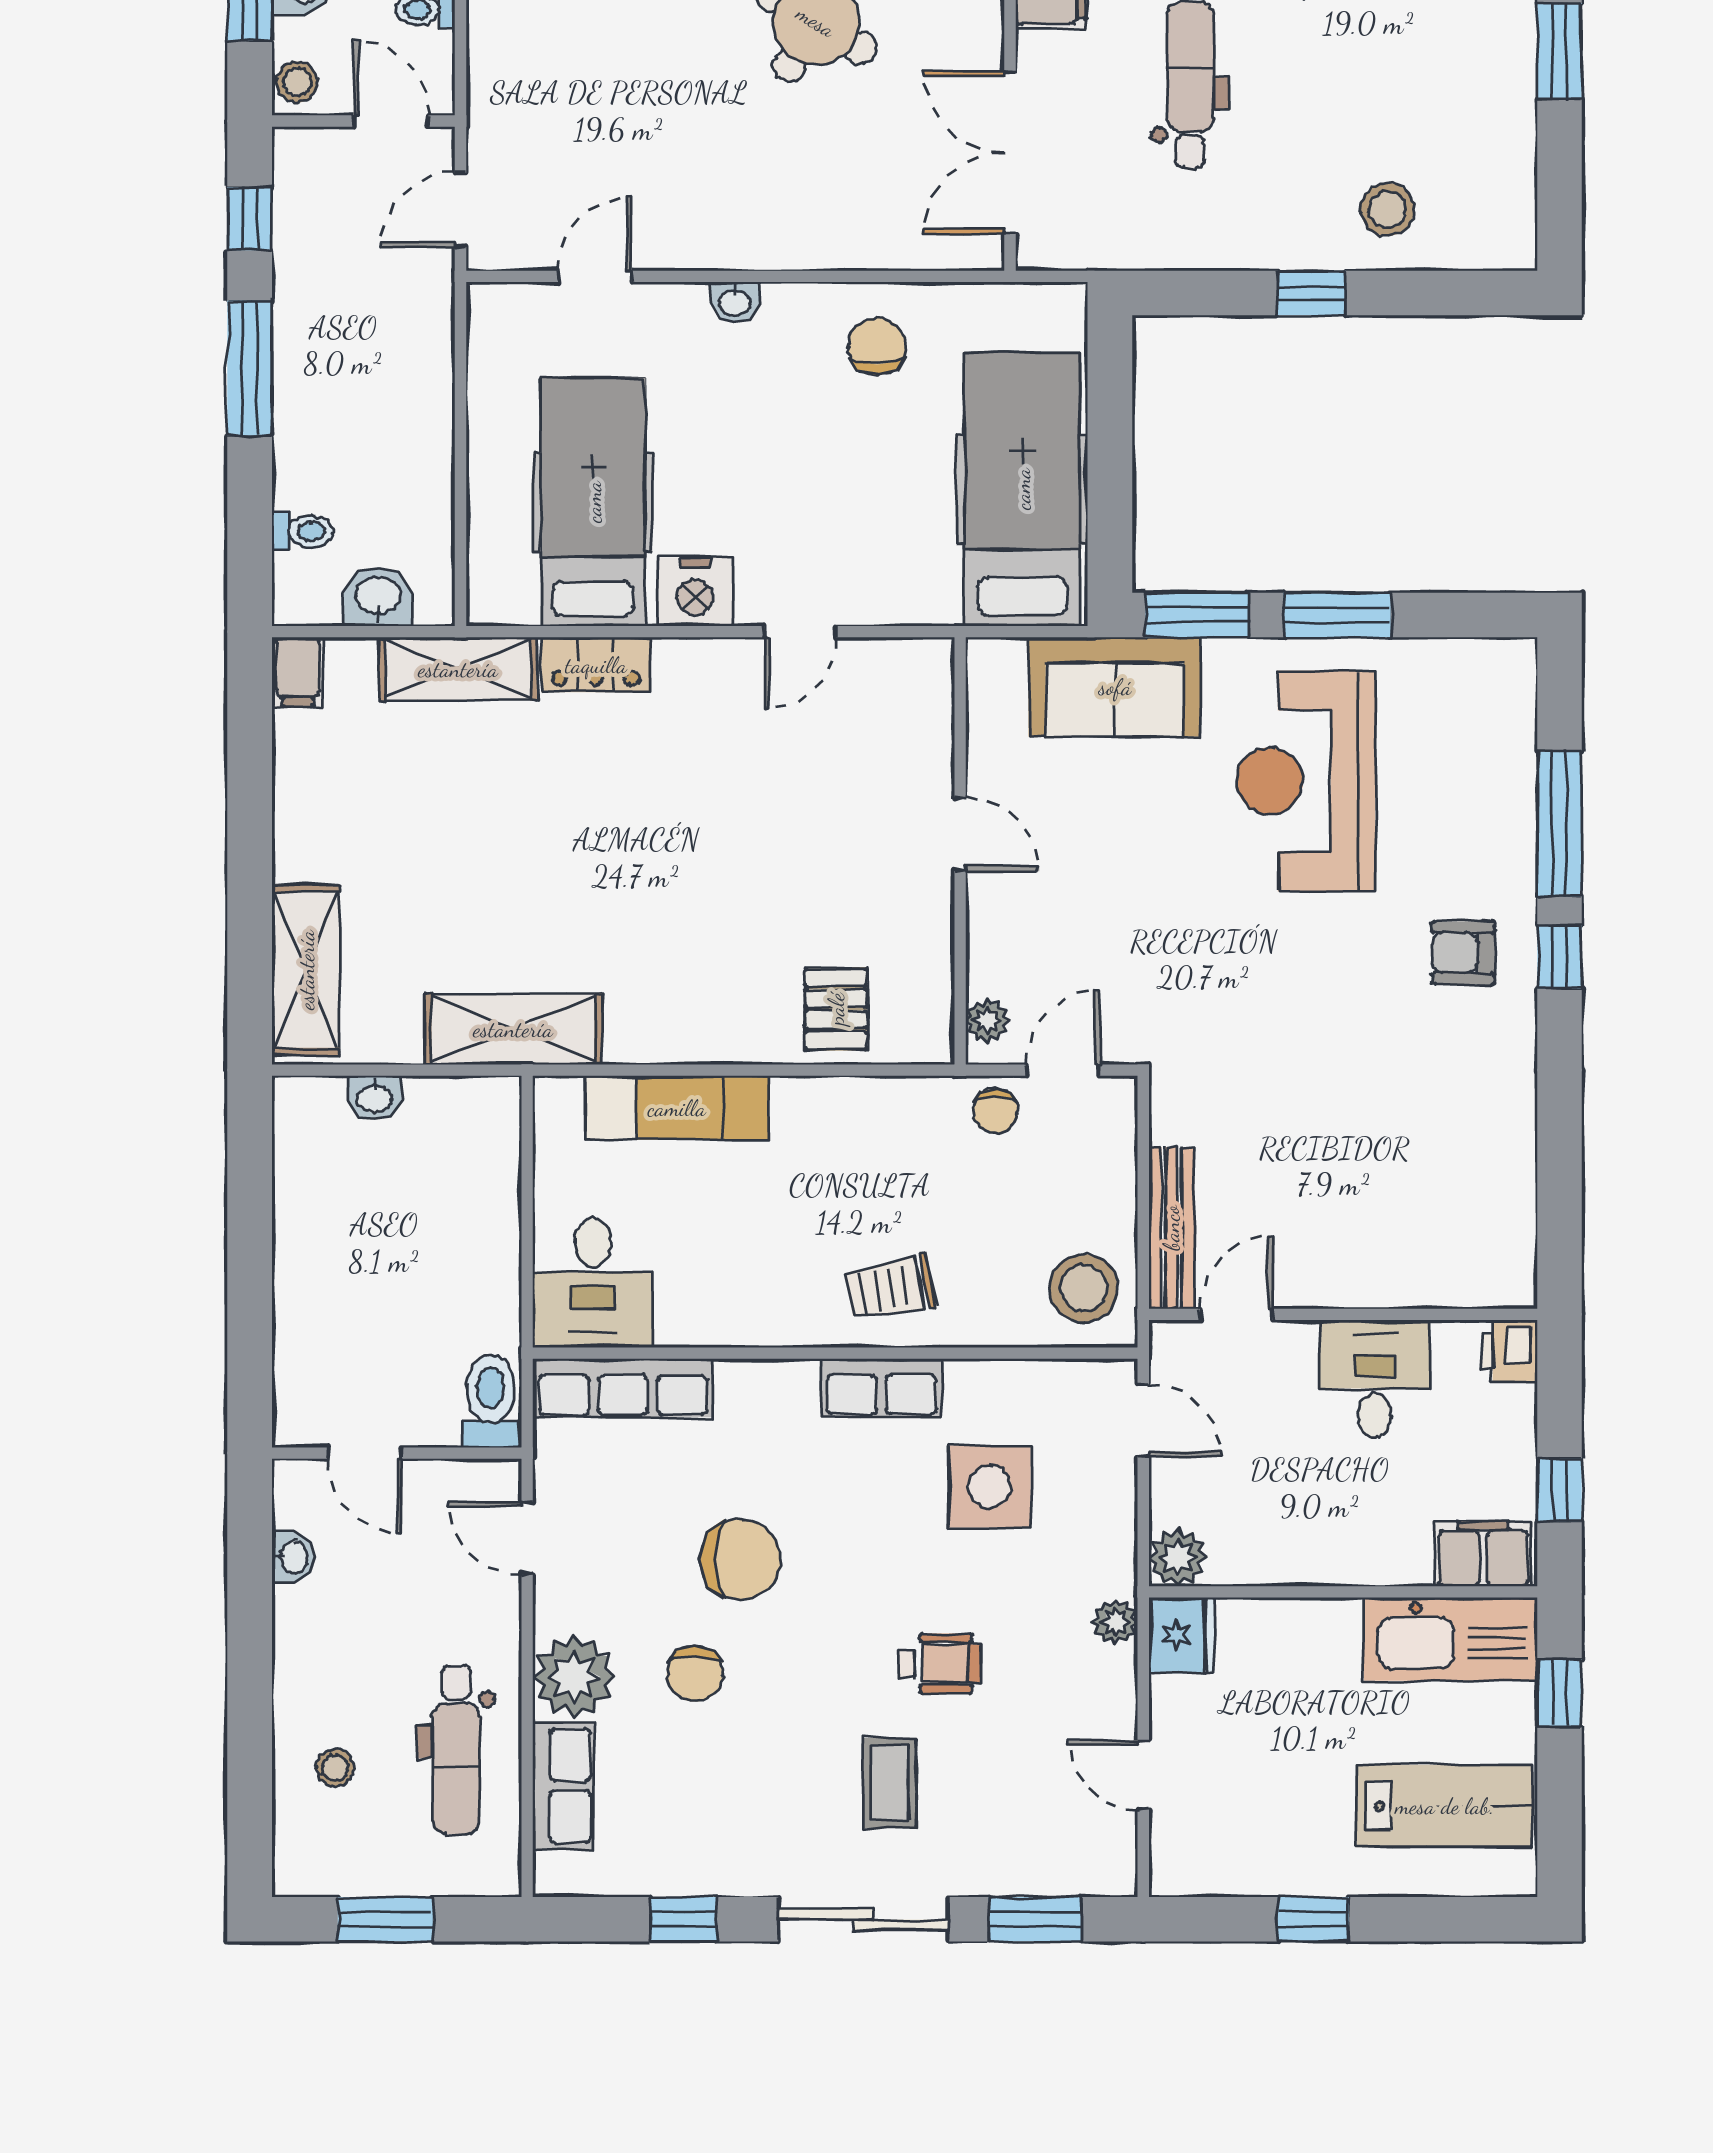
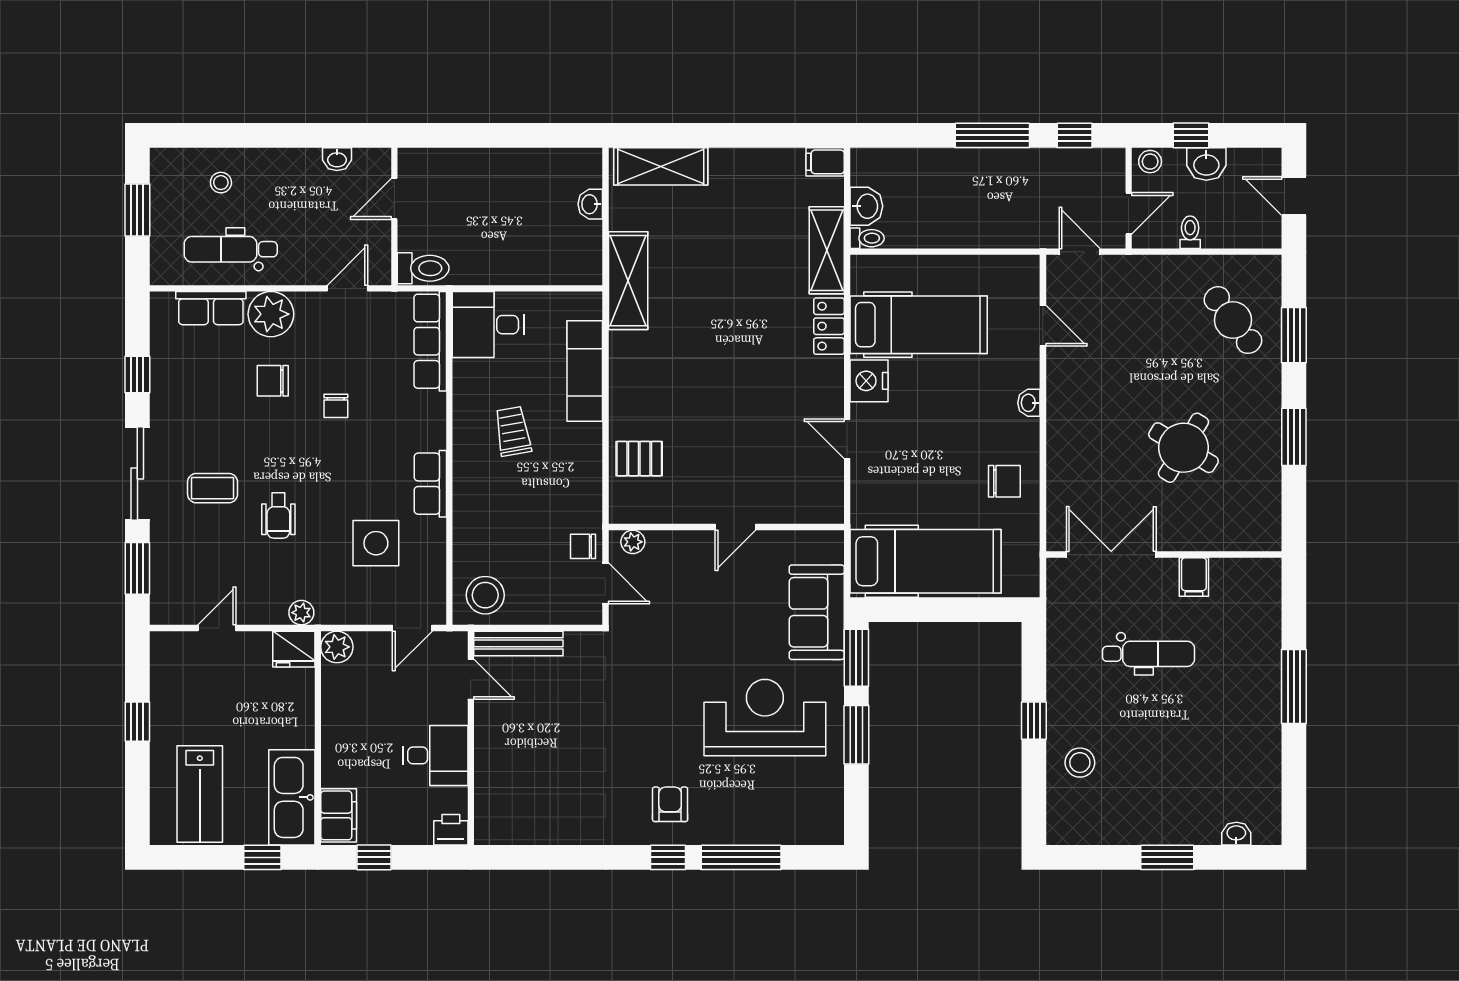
toilet: (303, 531) -> (867, 238), moved, turned -90
trolley: (890, 1288) -> (513, 431), moved
chair: (740, 1559) -> (336, 406), width x0.54, depth x0.54

